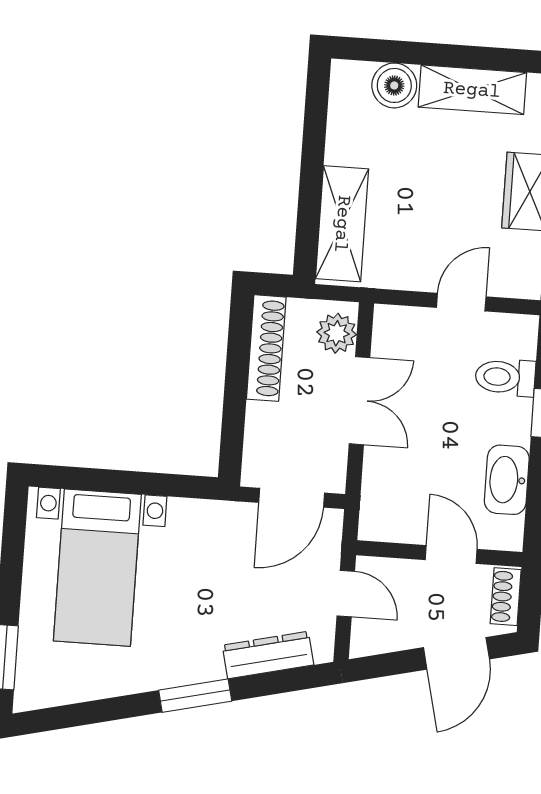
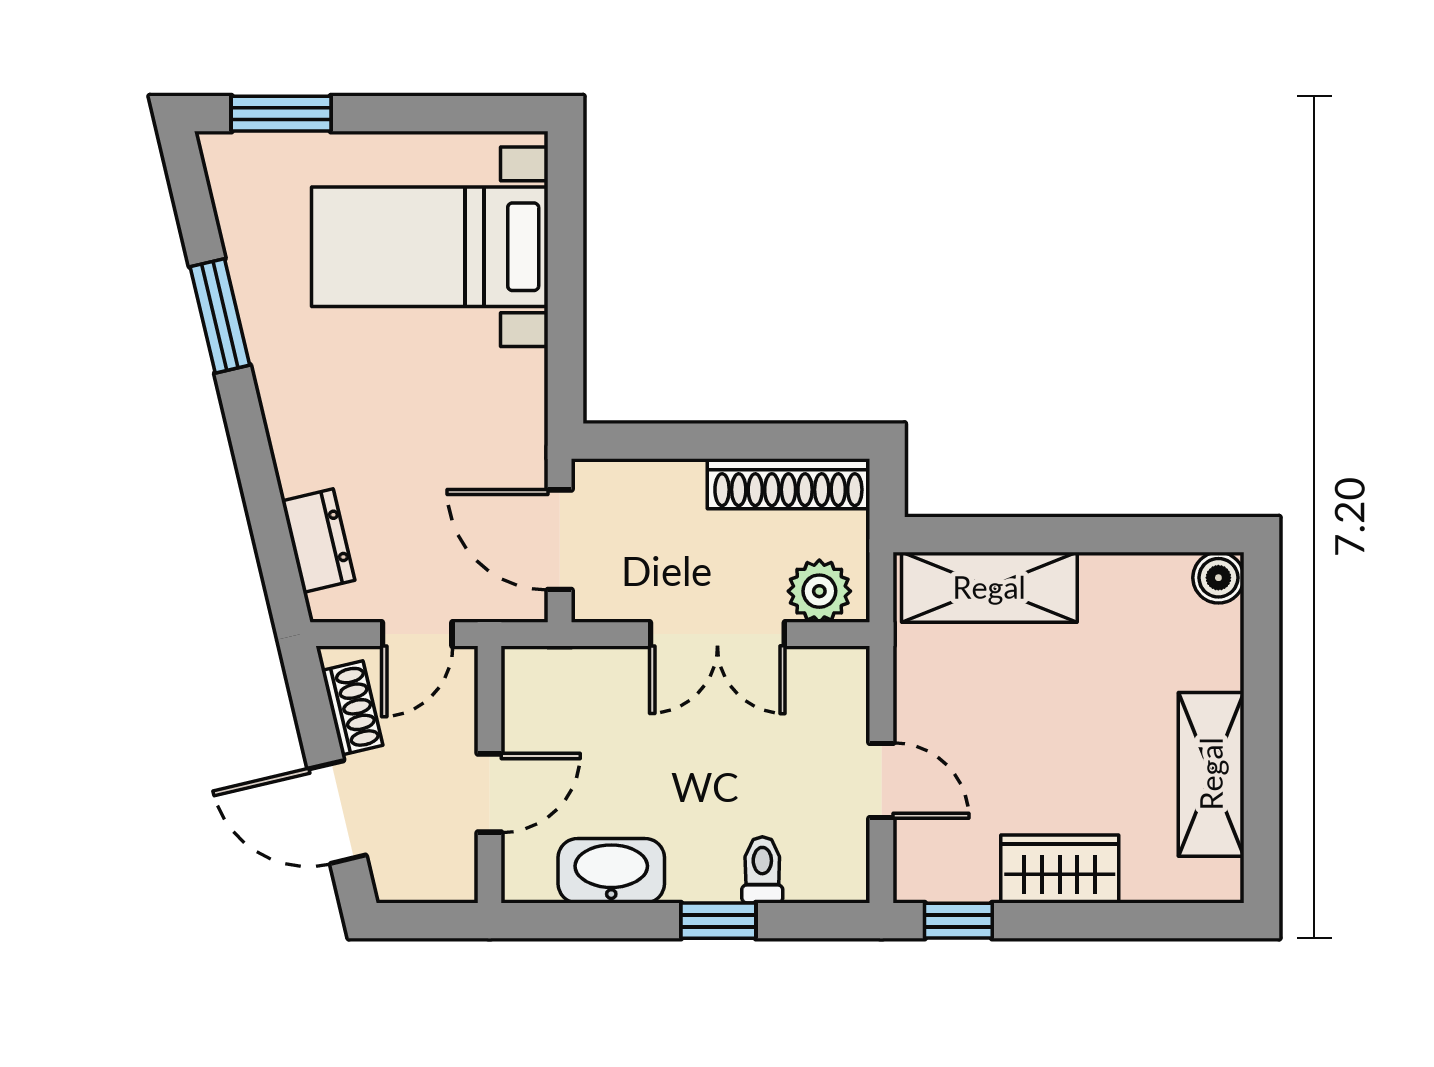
boiler: (394, 85) -> (1218, 578), moved, width x0.73, depth x0.73
toilet: (505, 377) -> (762, 870), width x0.73, depth x0.72
shoe rack: (506, 597) -> (352, 708), moved, turned 77
dresser: (268, 655) -> (318, 541), width x0.70
window: (195, 696) -> (220, 316), moved

